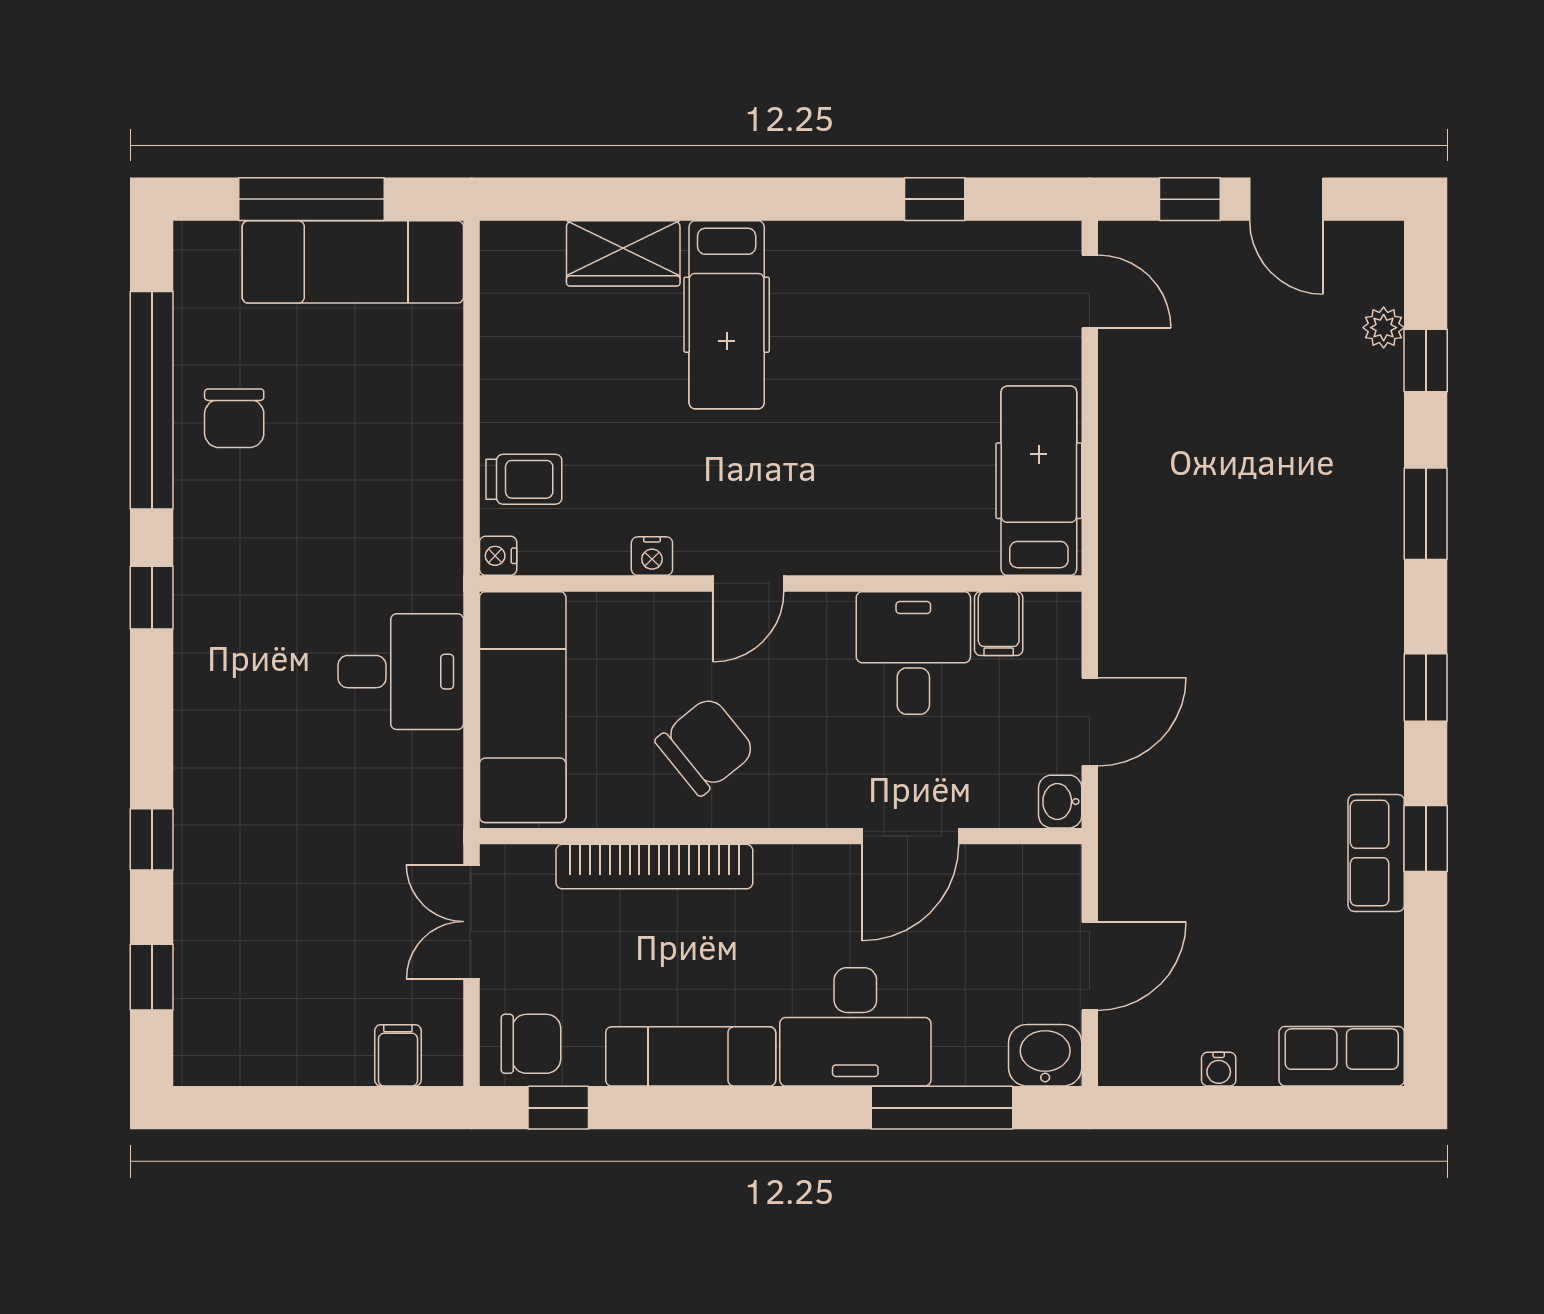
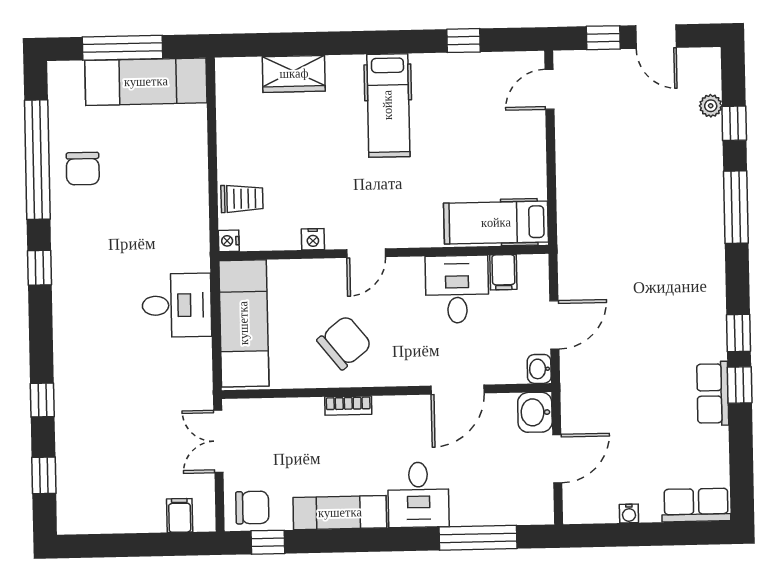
door: (1090, 291) -> (549, 89), swing flipped
hospital bed: (727, 315) -> (388, 105), moved
hospital bed: (1039, 481) -> (496, 223), moved, turned -90
window: (1426, 514) -> (736, 207), width x1.44
window: (1426, 688) -> (739, 333), moved
bookcase: (654, 867) -> (348, 406), width x0.43, depth x0.76
desk: (855, 1027) -> (418, 495), width x0.73
washbasin: (1045, 1055) -> (535, 412), moved, turned -90

